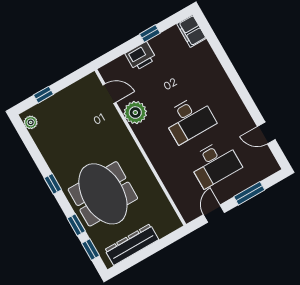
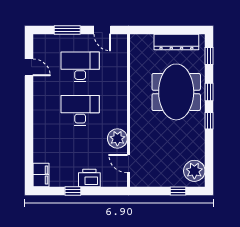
plant: (31, 122) -> (194, 171), width x1.88, depth x1.88
door: (214, 214) -> (102, 30), hinge flipped
window: (76, 225) -> (209, 92), moved

